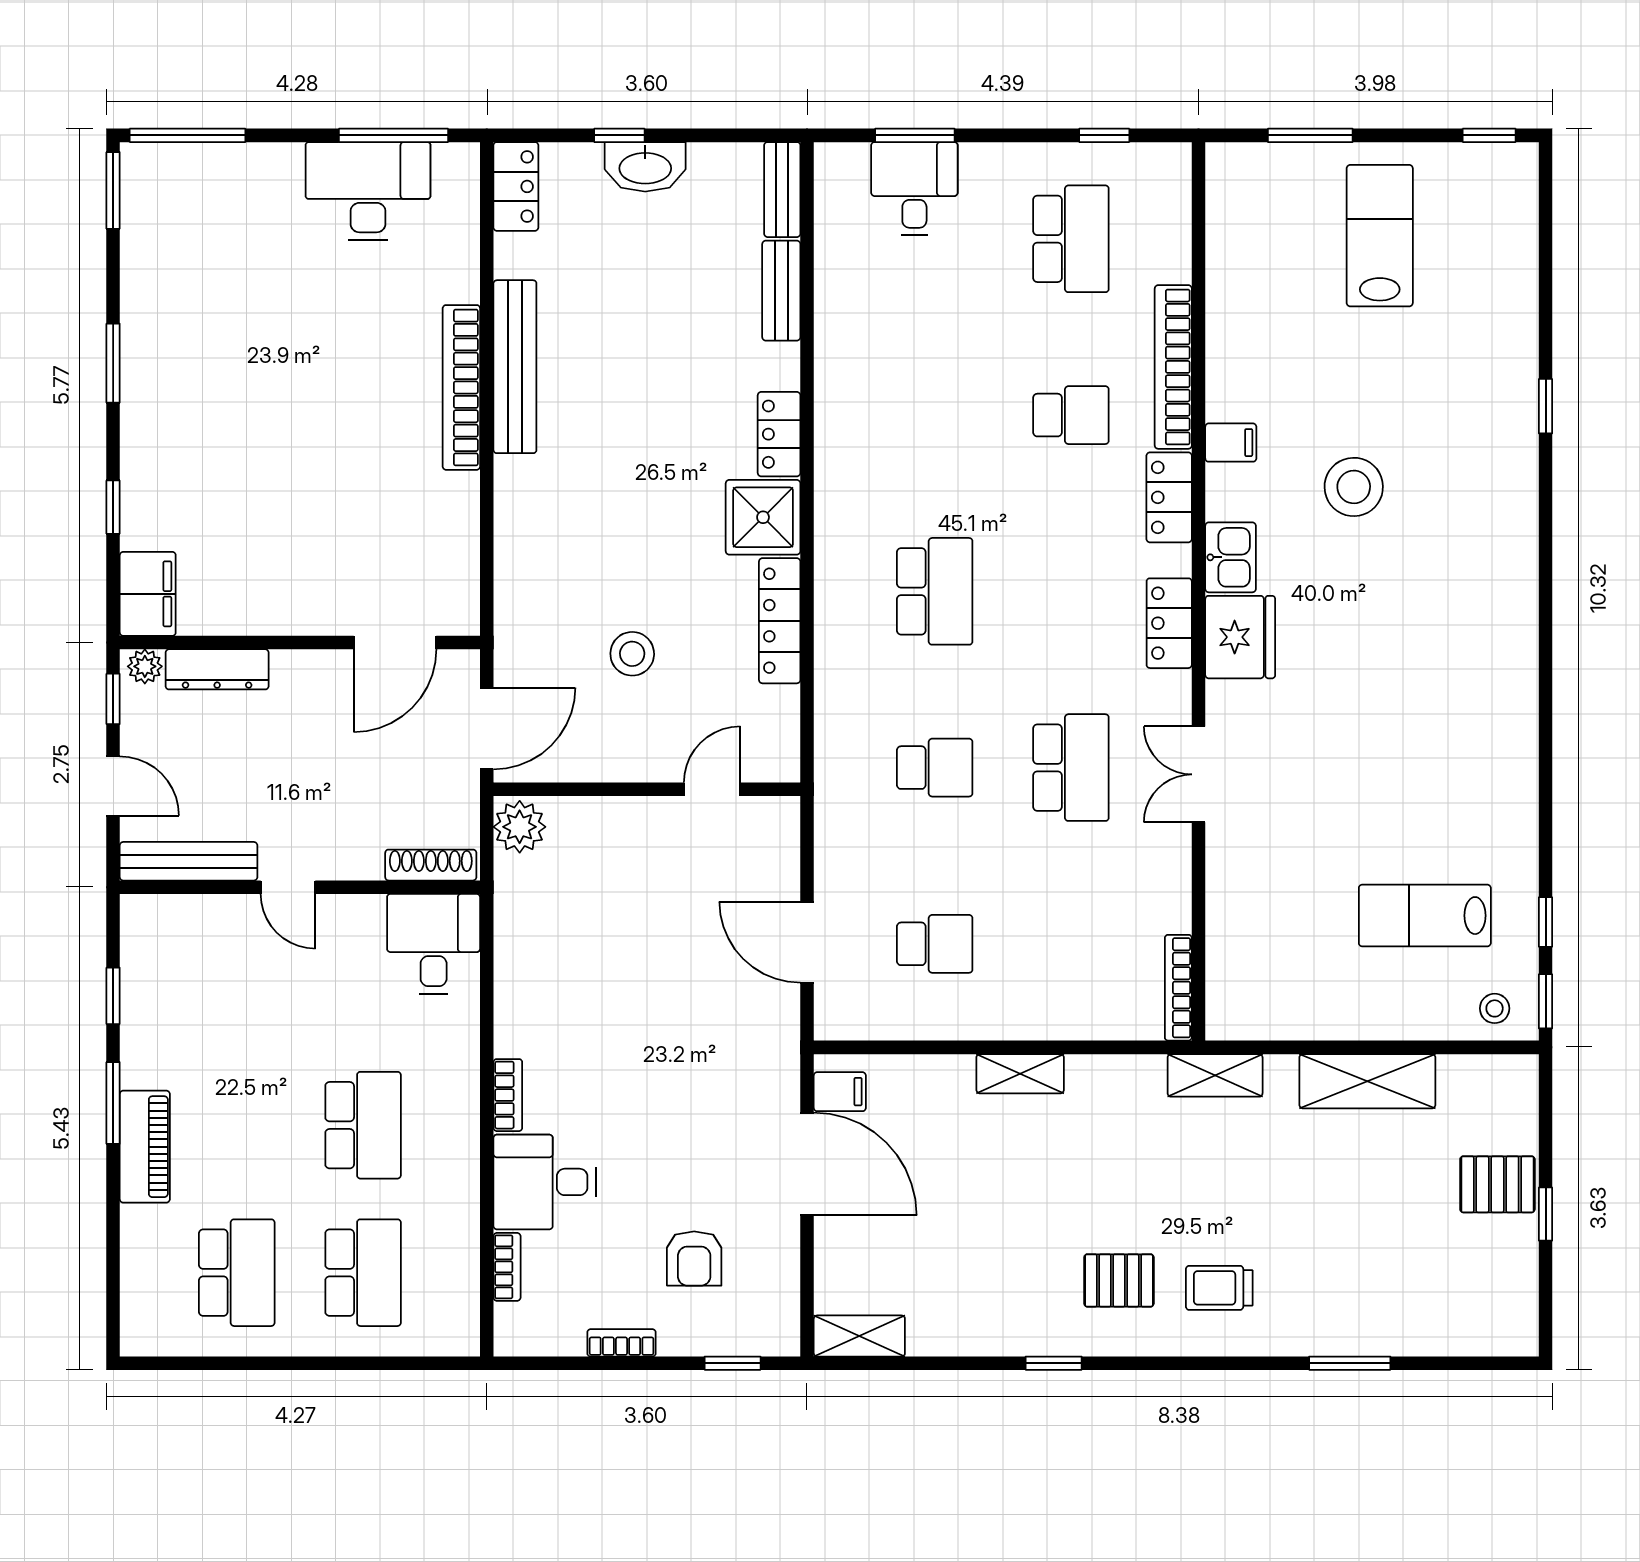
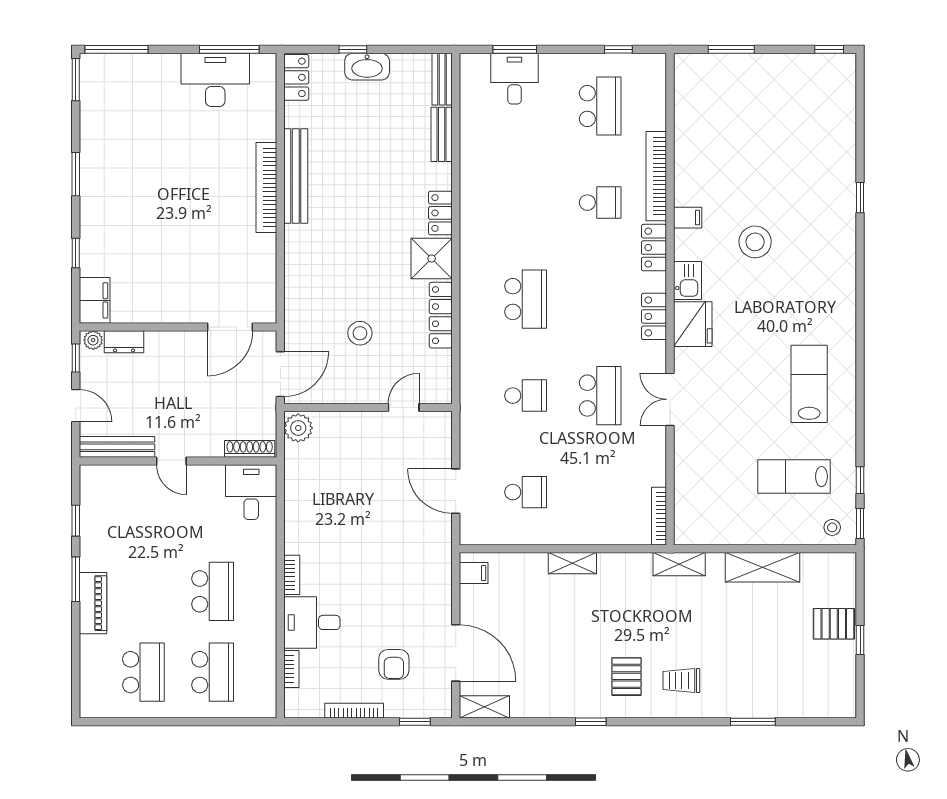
lab bench: (1380, 236) -> (809, 384), moved
dresser: (217, 669) -> (124, 342), width x0.70
door: (807, 1164) -> (456, 653), moved
pallet: (1119, 1280) -> (626, 676), turned 90
bookcase: (622, 1343) -> (354, 711), width x1.56

